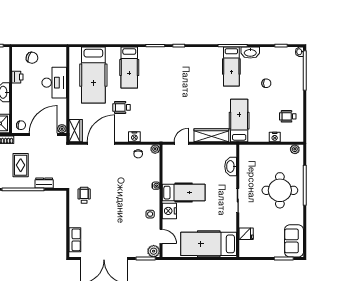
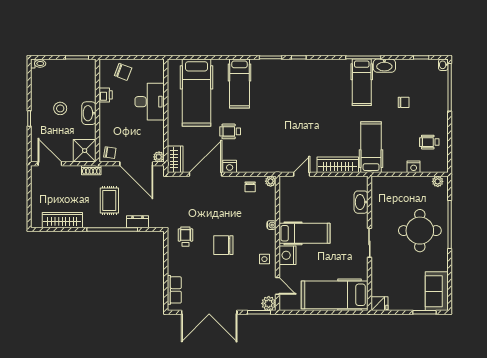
door: (43, 135) -> (136, 164), swing flipped
nightstand: (134, 137) -> (230, 166), moved
chair: (116, 202) -> (223, 245), added
fridge: (246, 234) -> (379, 304), moved

